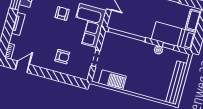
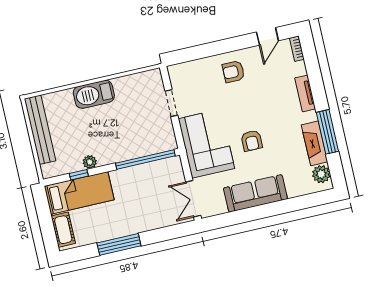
armchair: (62, 57) -> (233, 72), moved
barbecue: (112, 80) -> (94, 94), moved

